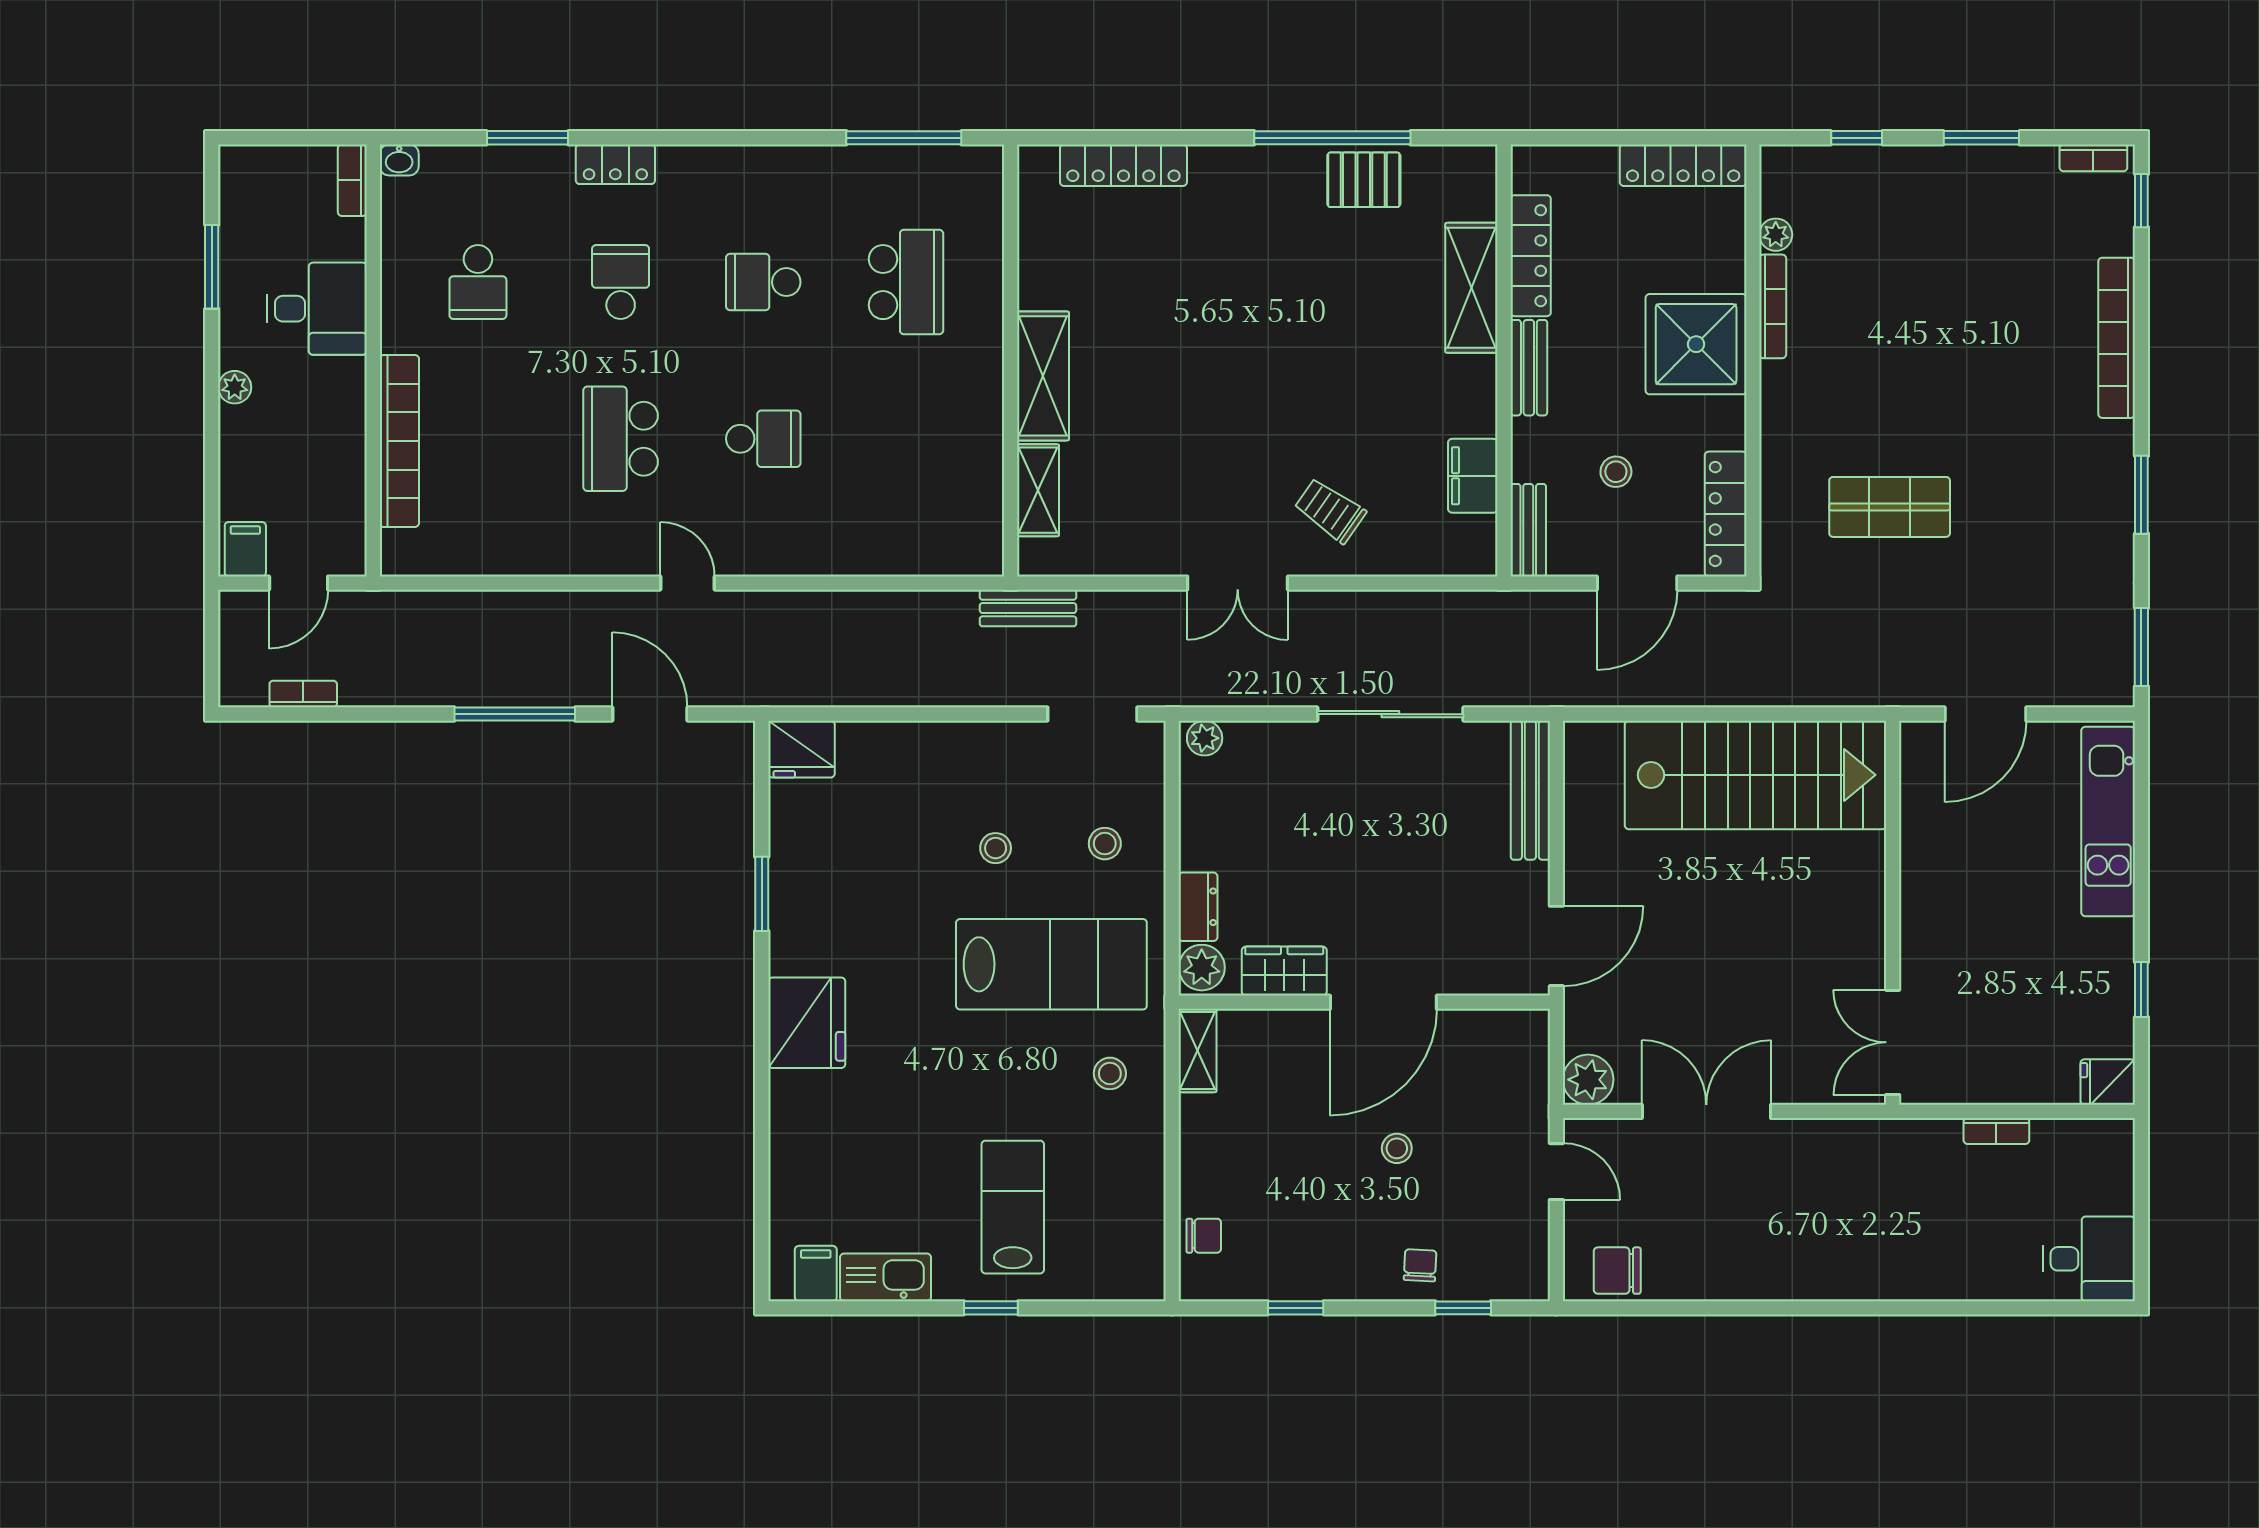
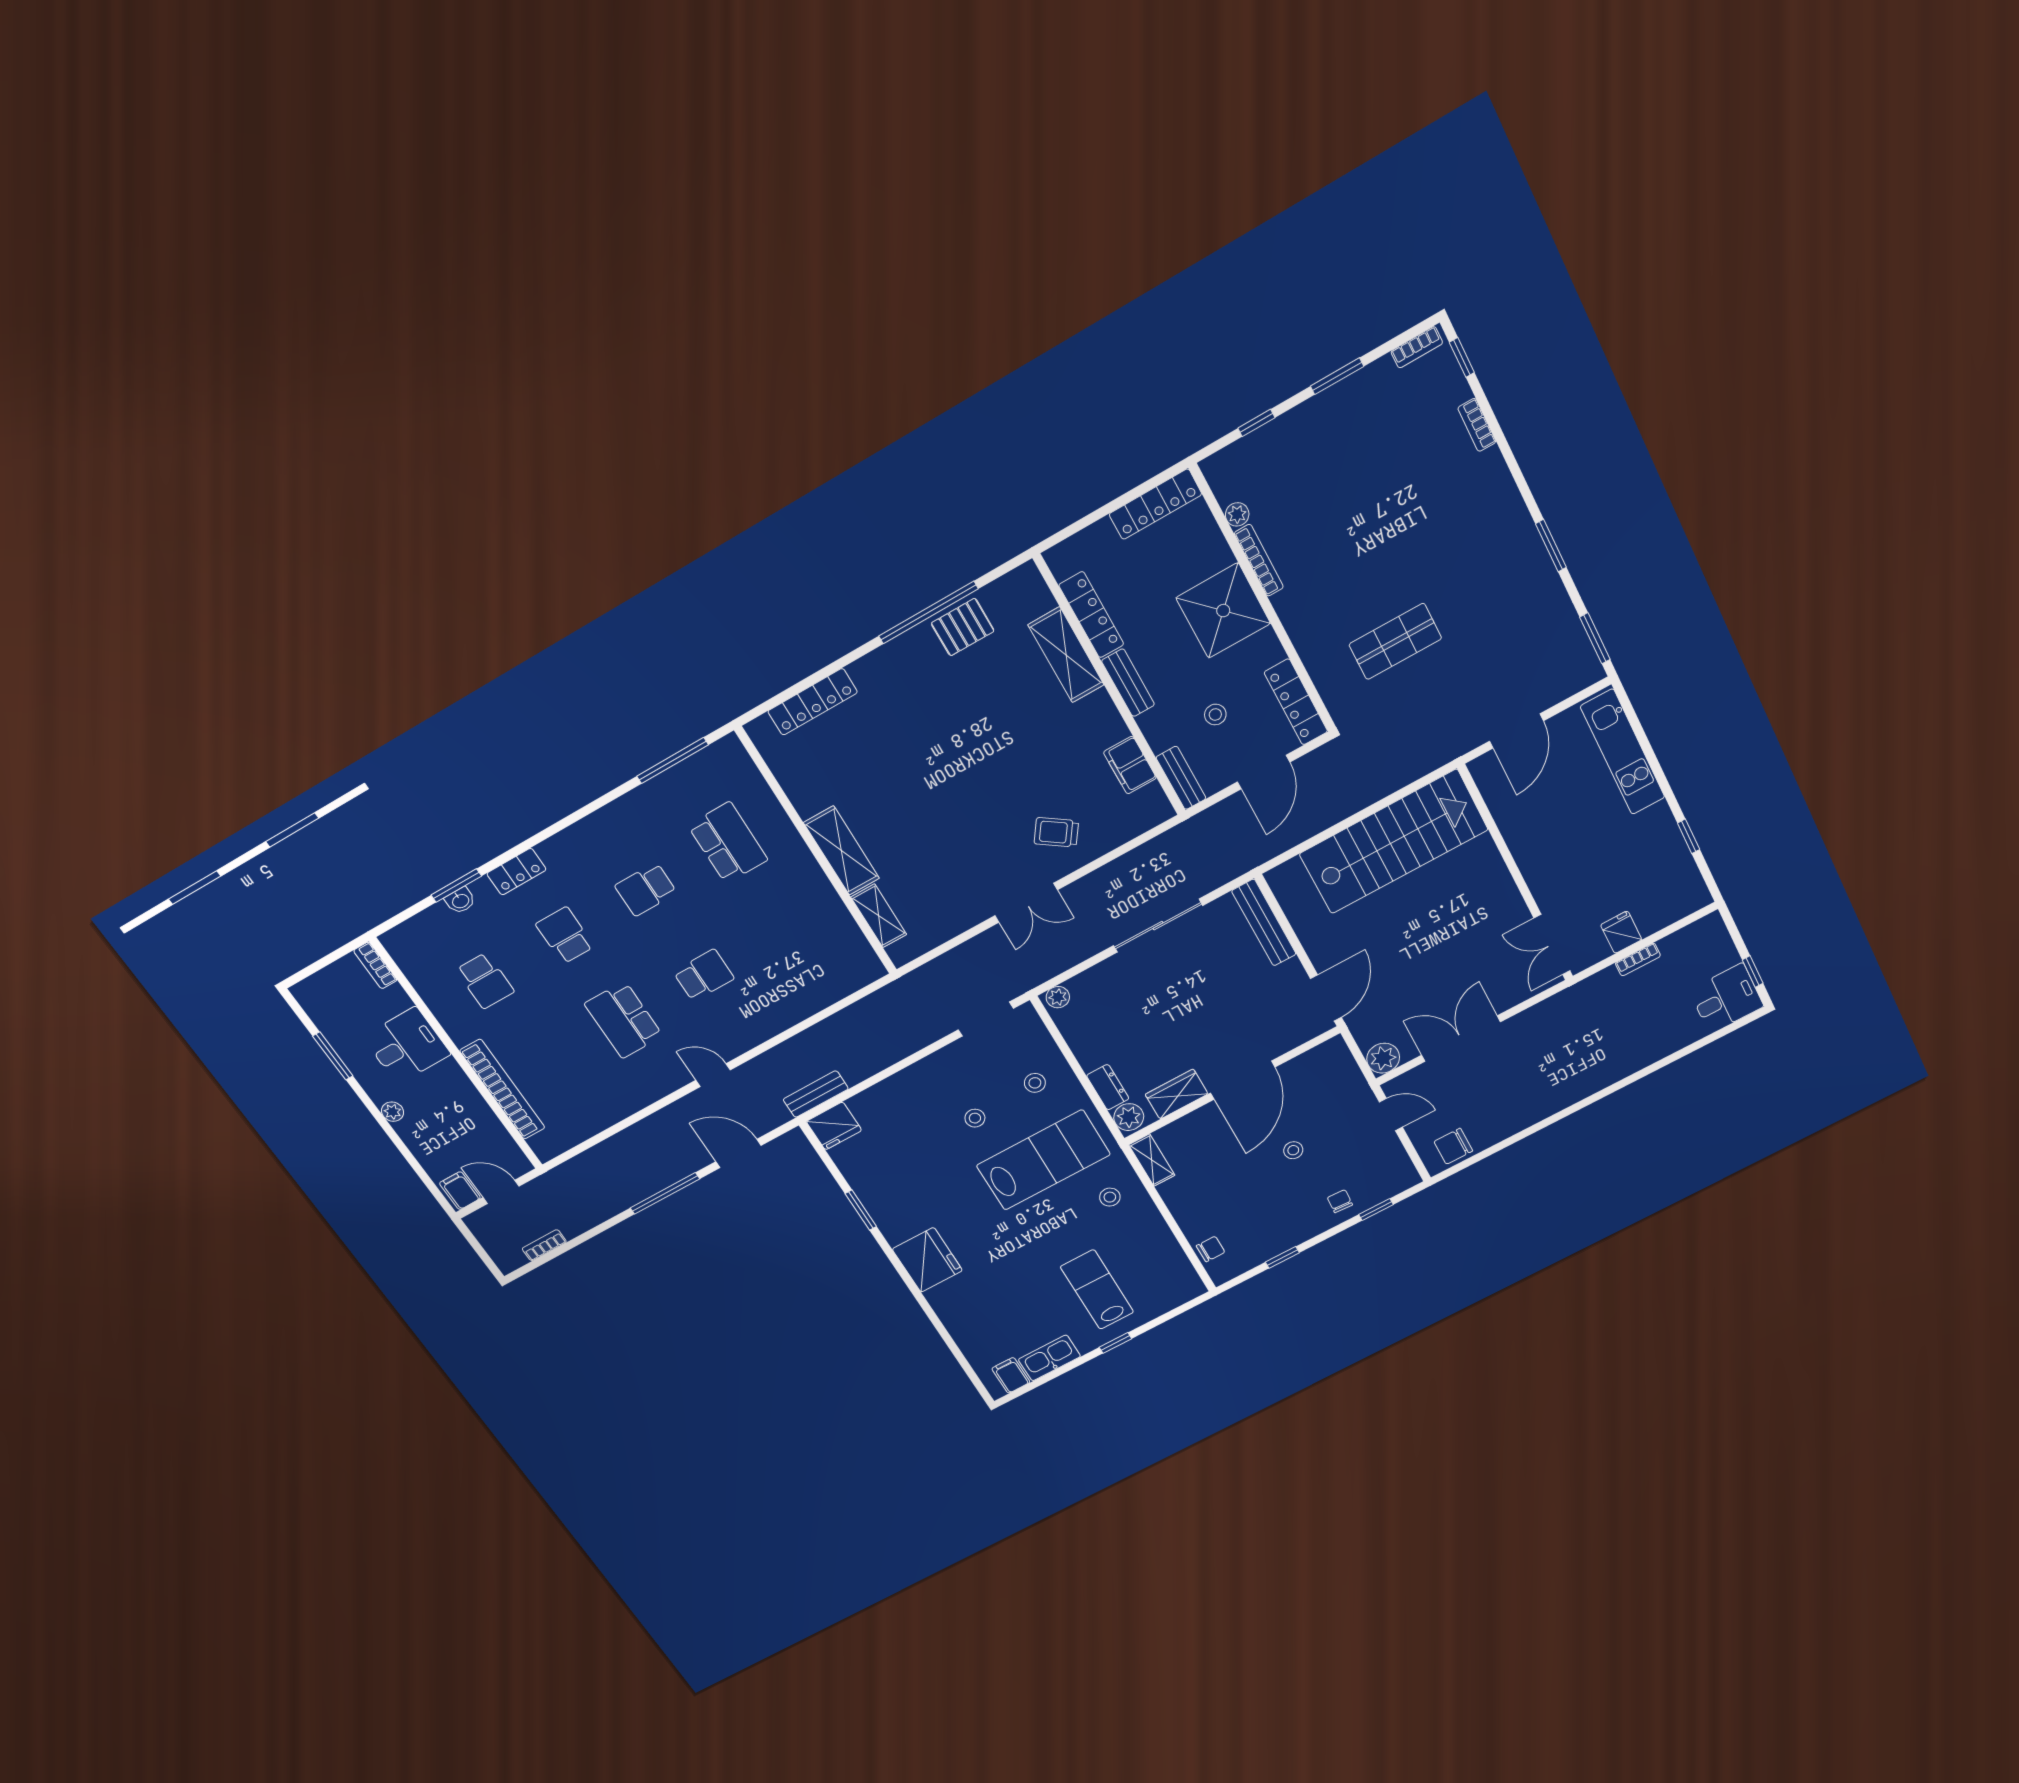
washbasin: (399, 160) -> (460, 901), moved
bookcase: (2117, 338) -> (1477, 425), width x0.43, depth x0.76
door: (299, 583) -> (501, 1192), swing flipped
bench: (1028, 608) -> (816, 1094), moved
fridge: (2108, 1082) -> (1621, 932), moved, turned 90
window: (2141, 1239) -> (1753, 972), added

